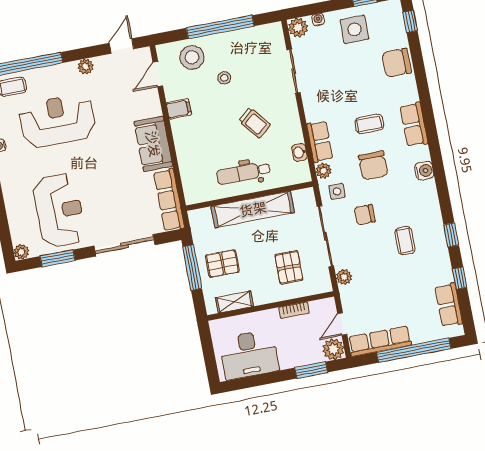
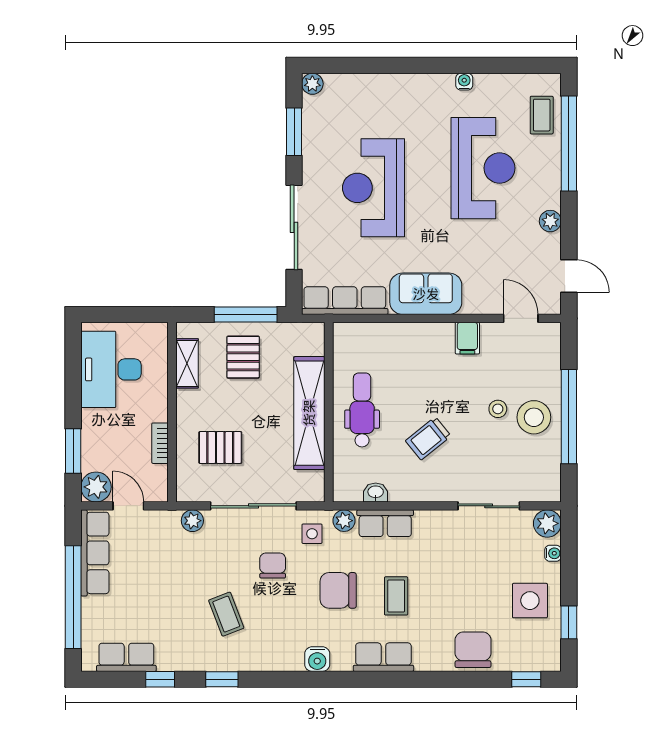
stool: (192, 57) -> (534, 417), moved
reception desk: (59, 211) -> (373, 188), moved, turned 90
coffee table: (405, 241) -> (226, 614), turned 69

